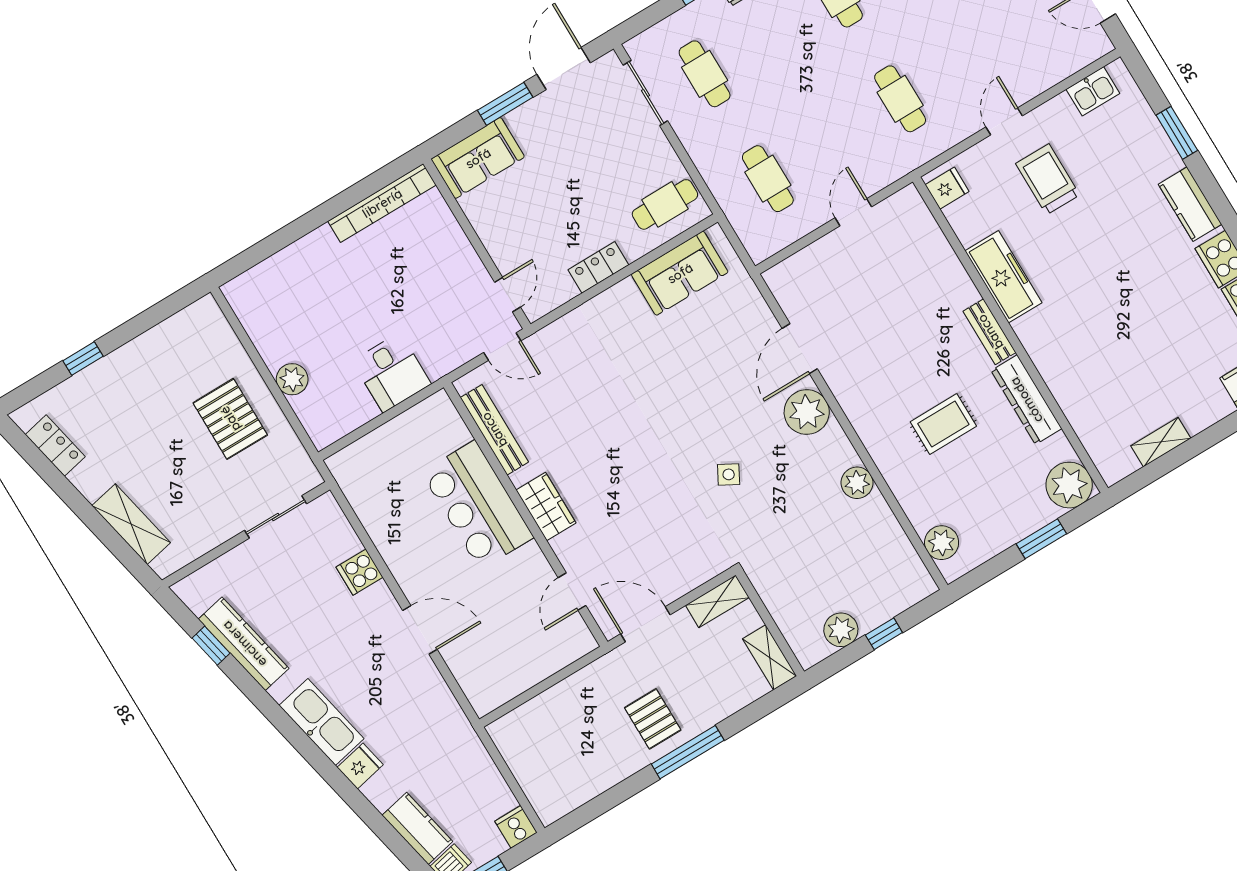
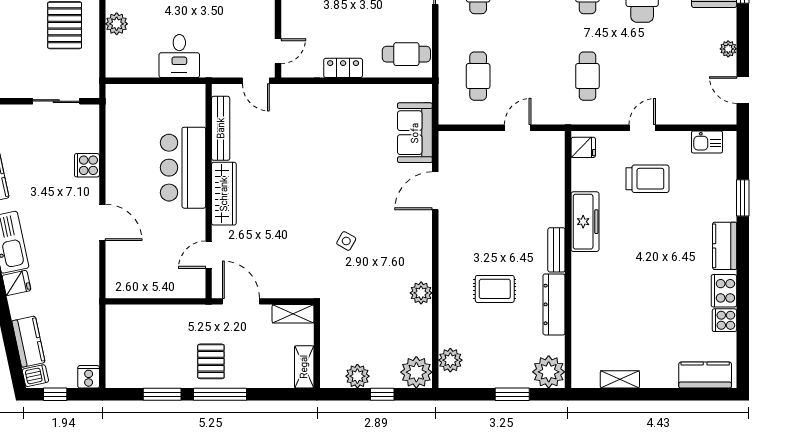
trolley: (1048, 179) -> (647, 179), turned 90
sofa: (680, 273) -> (415, 133), moved, turned 90
plant: (807, 412) -> (416, 372), moved
wardrobe: (546, 507) -> (224, 194), width x1.50
window: (618, 794) -> (162, 394), added

